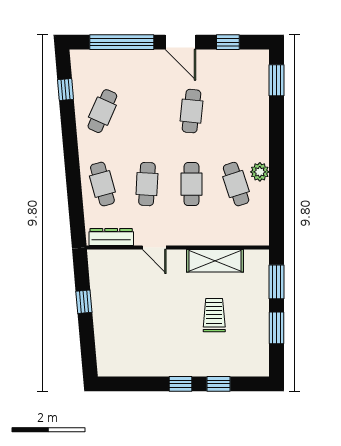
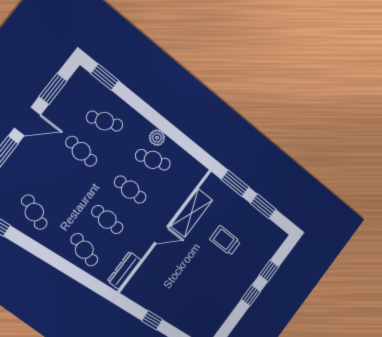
window: (228, 42) -> (53, 89), width x1.50
cafe table: (236, 111) -> (105, 121), added
cafe table: (102, 184) -> (84, 250), turned 33
door: (154, 248) -> (162, 235), moved

